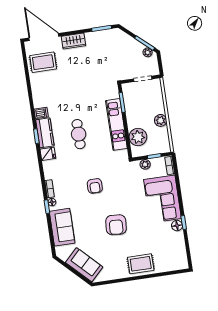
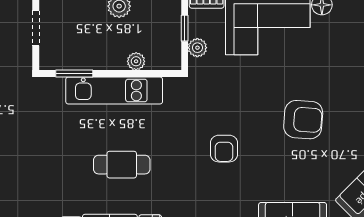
plant: (138, 137) -> (136, 61), width x0.53, depth x0.53
armchair: (95, 186) -> (224, 149), turned 90

